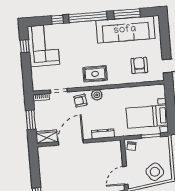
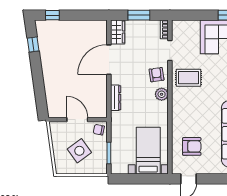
rug: (95, 74) -> (188, 78), moved, turned 90
bed with nightstands: (147, 117) -> (148, 151), moved
door: (71, 142) -> (109, 60), swing flipped
side table: (155, 172) -> (79, 151), moved
door: (125, 175) -> (77, 120), moved

